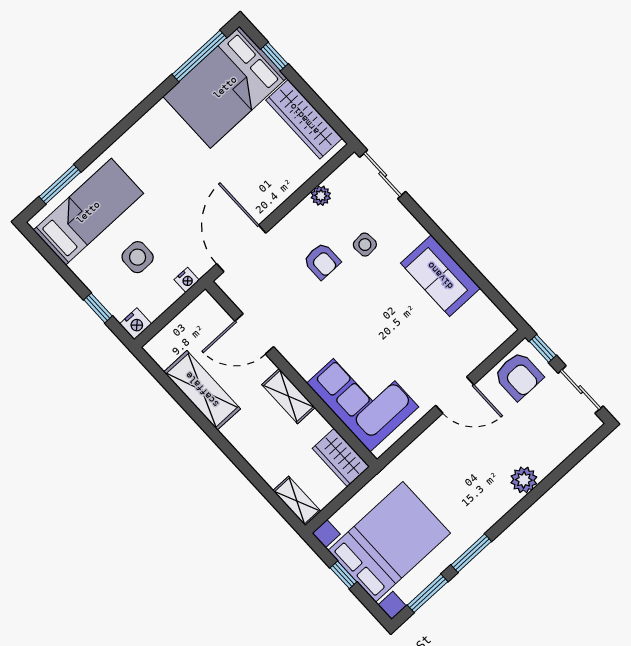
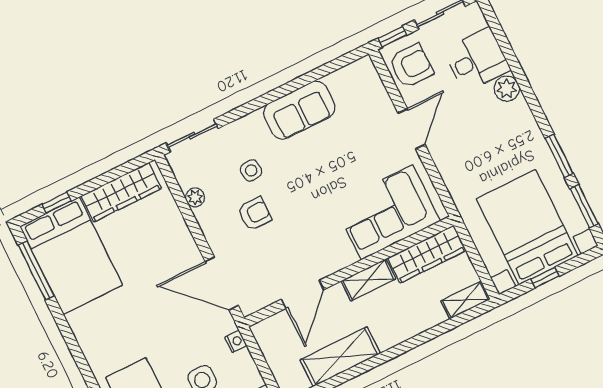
desk: (544, 441) -> (477, 60), added
wardrobe: (341, 457) -> (427, 254), width x1.50

